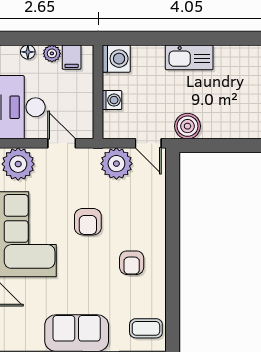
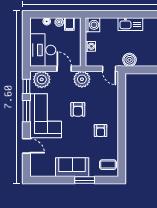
plant: (116, 164) -> (82, 79), moved

